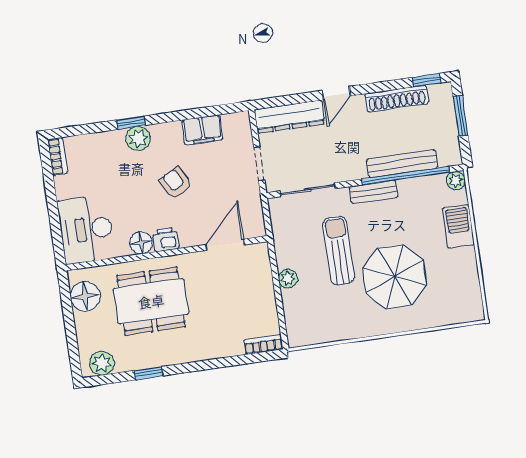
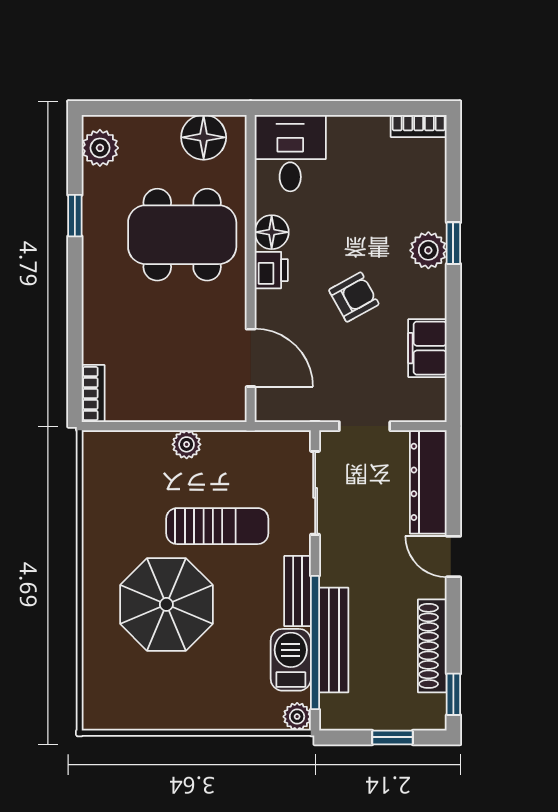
window: (460, 116) -> (393, 737), width x0.67
barbecue: (458, 226) -> (291, 660), moved, turned -90
desk: (86, 229) -> (290, 153), width x0.73
dining table: (151, 301) -> (182, 235), turned 90

